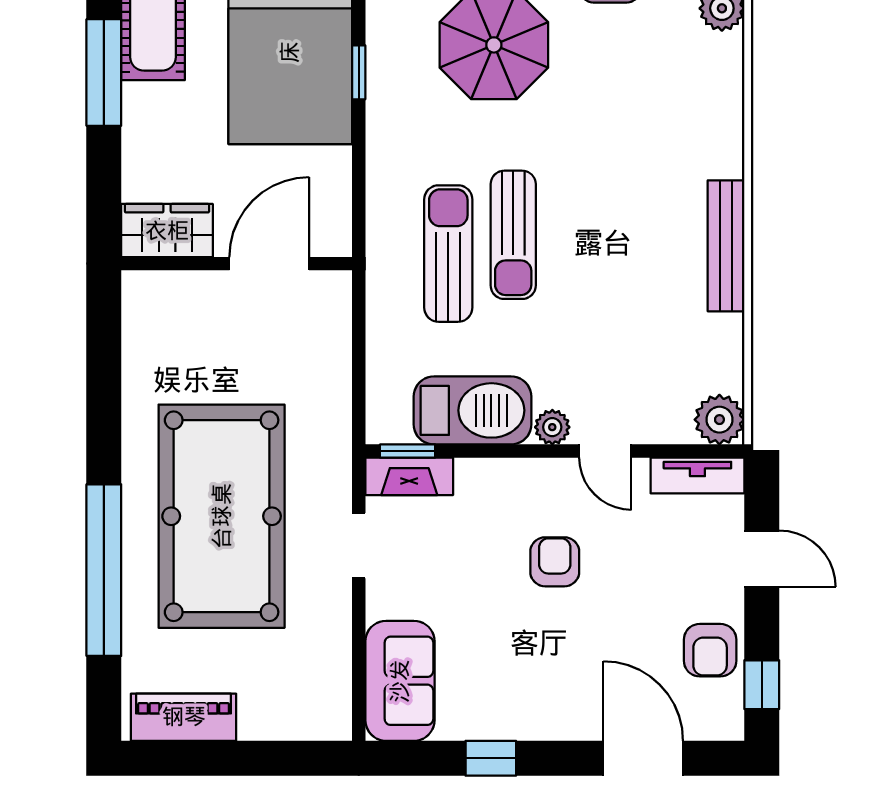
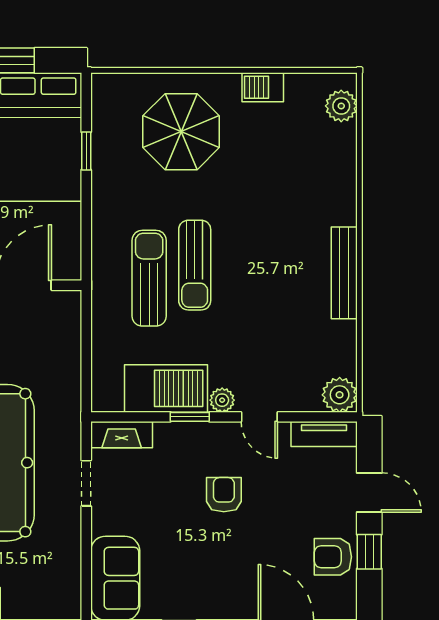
window: (408, 451) -> (190, 417), moved
armchair: (710, 650) -> (333, 557), turned 90
window: (762, 685) -> (369, 552), moved

